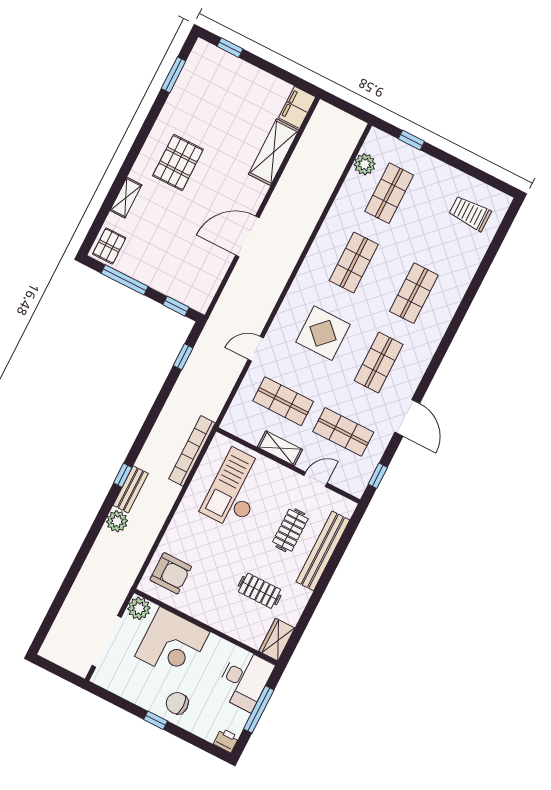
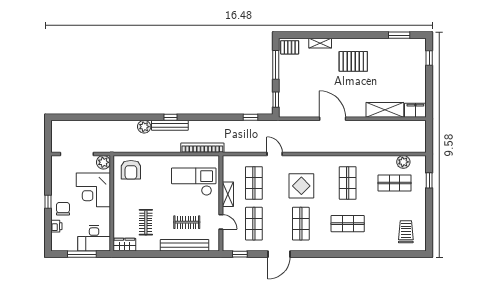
shop shelf: (354, 262) -> (348, 183), turned 90
shop shelf: (379, 363) -> (301, 224), turned 90
bench: (131, 489) -> (170, 125), width x1.36
printer: (226, 740) -> (56, 226), moved

